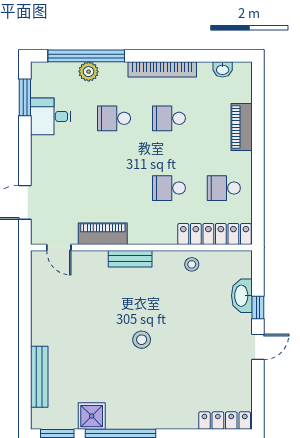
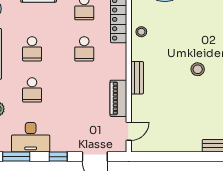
desk: (51, 116) -> (31, 137), width x1.37
window: (25, 153) -> (58, 157), added

